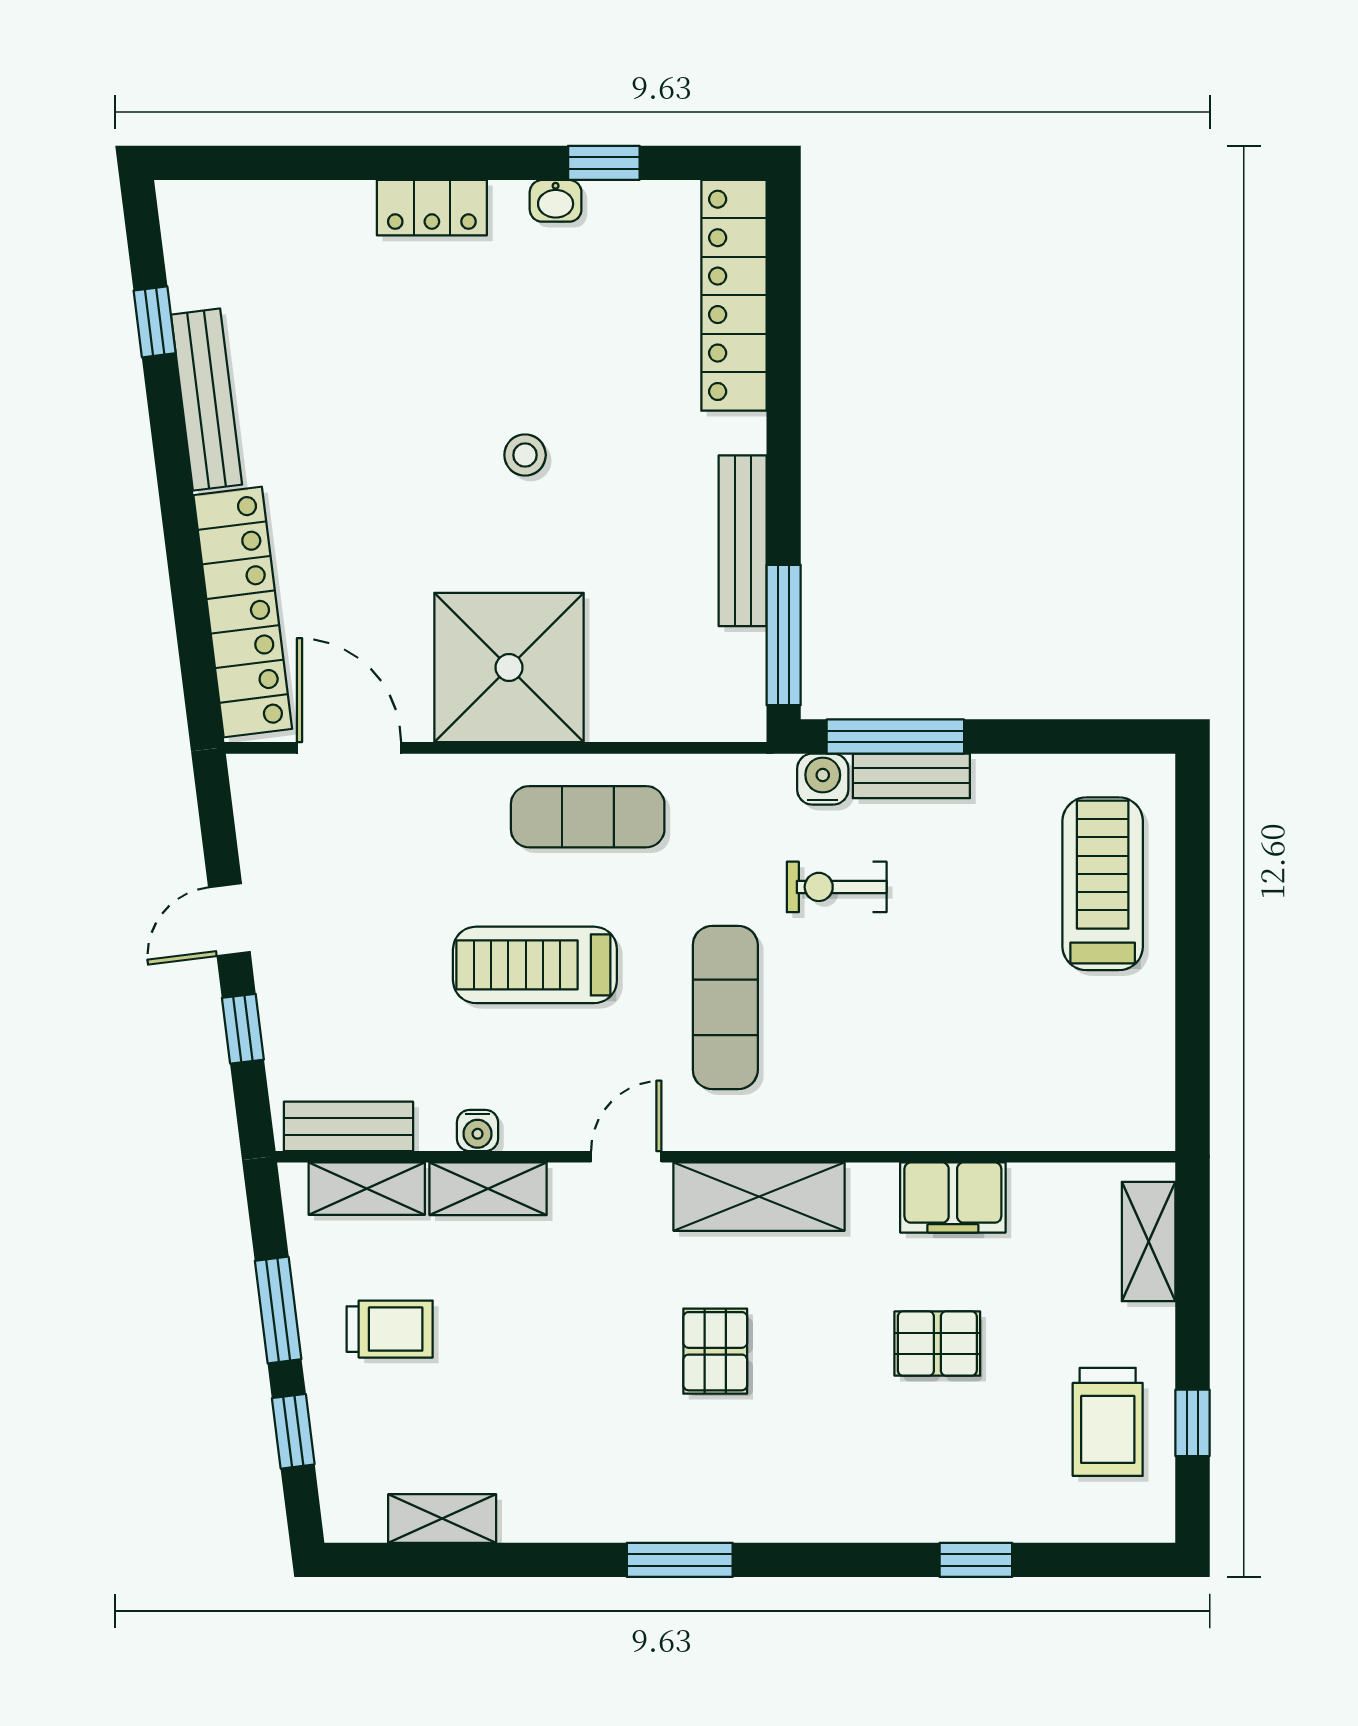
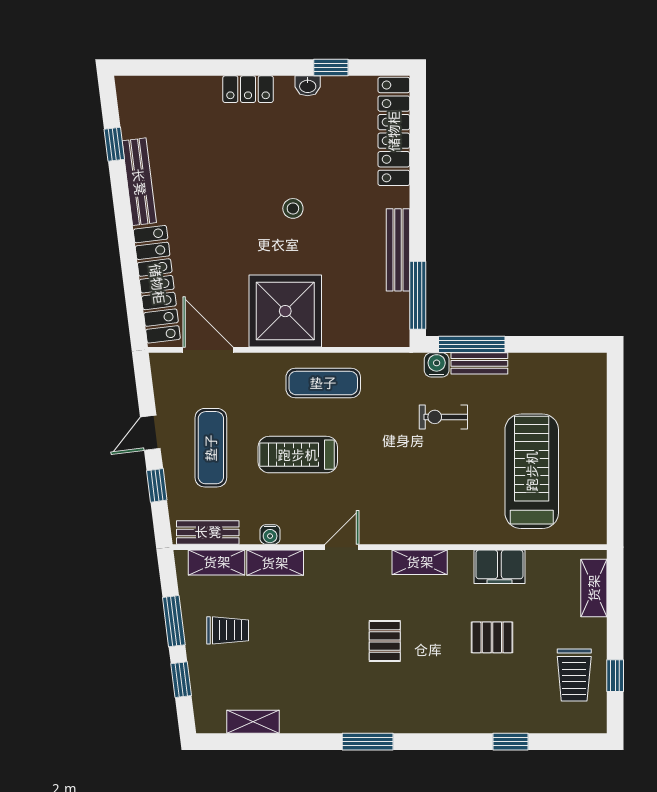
treadmill: (1103, 884) -> (532, 471), moved, width x1.37, depth x1.38
exercise mat: (725, 1007) -> (211, 448), moved
shelving: (759, 1197) -> (420, 562), width x0.67, depth x0.75

